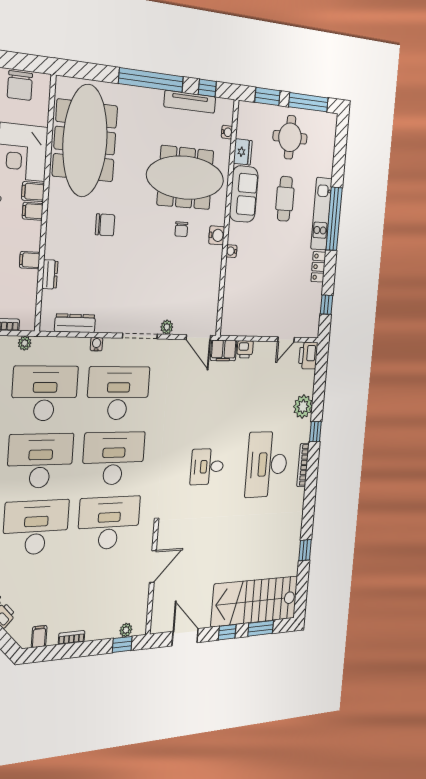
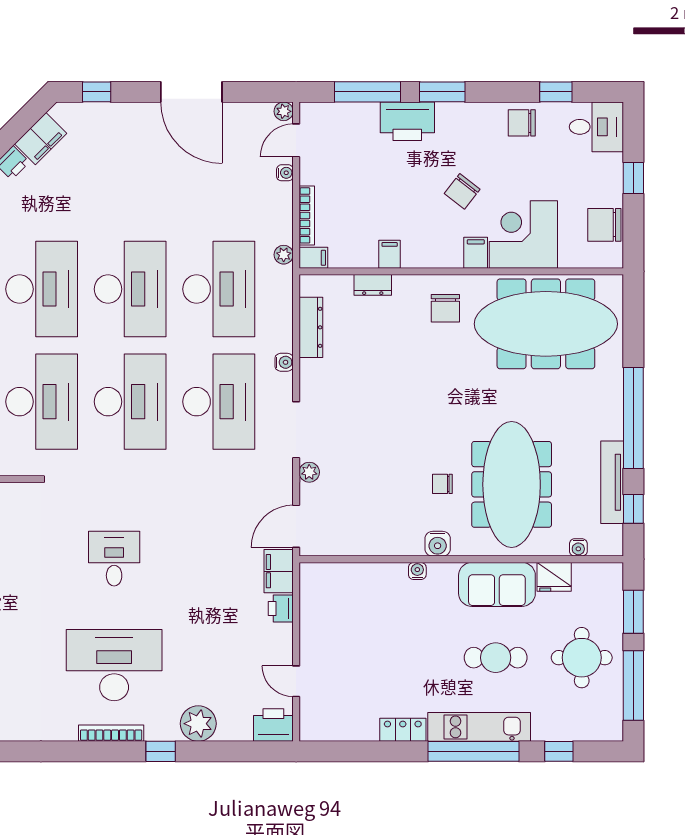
filing cabinet: (33, 211) -> (313, 258), moved, turned 90
chair: (105, 225) -> (445, 308), moved
window: (327, 305) -> (559, 751), moved

